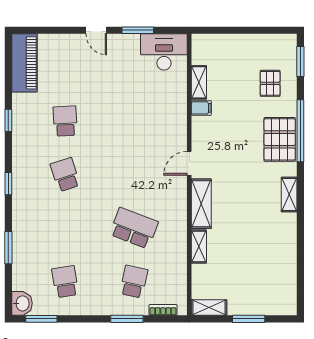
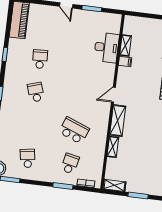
desk: (164, 52) -> (106, 48), moved, turned 90

